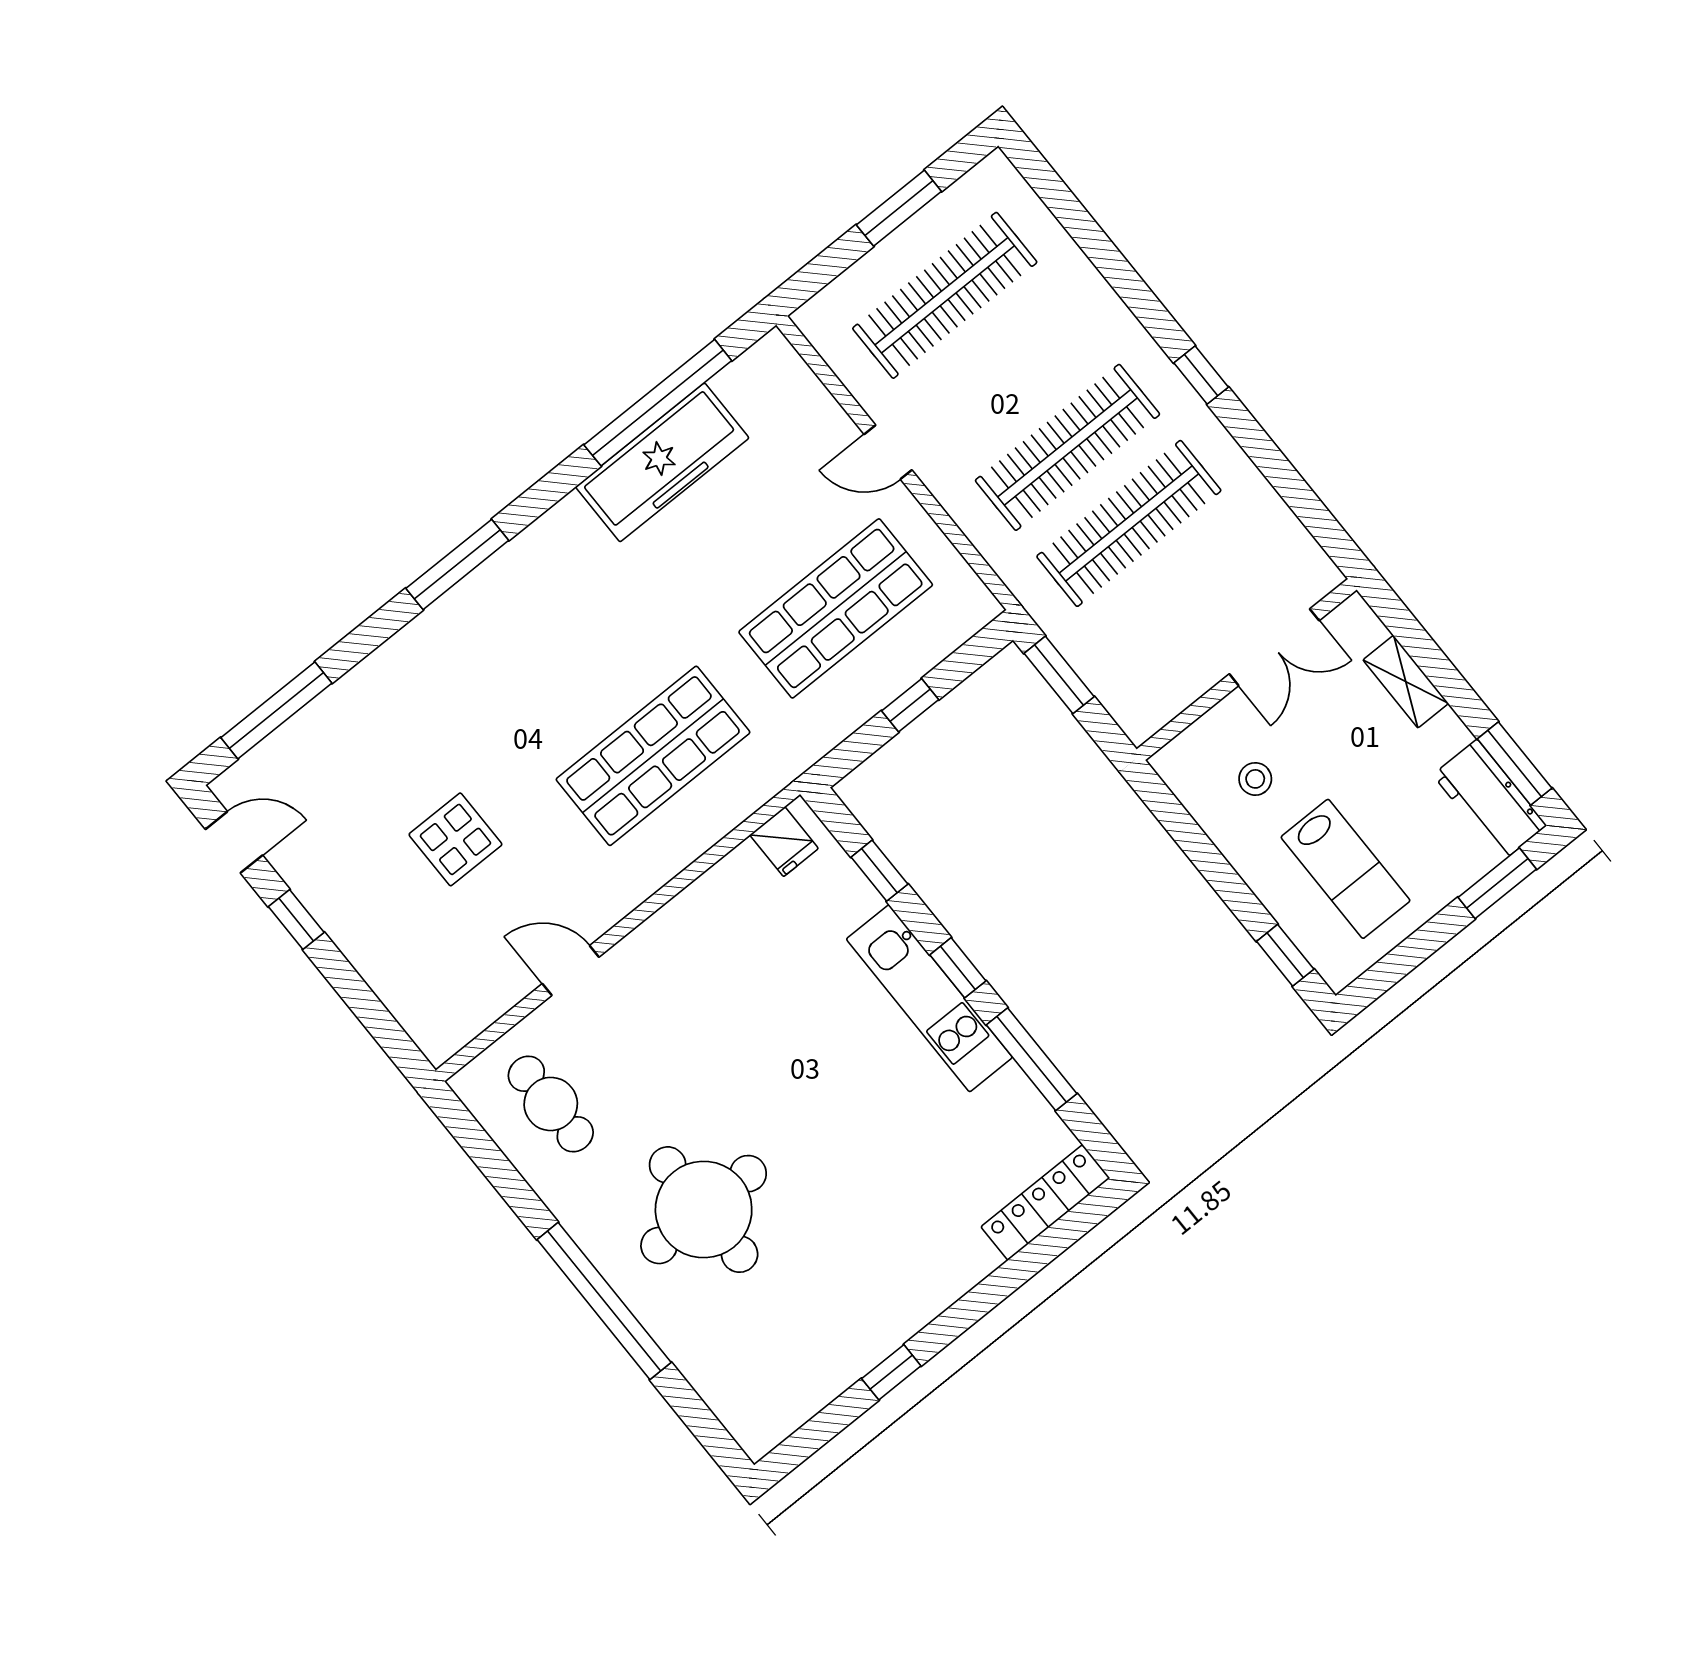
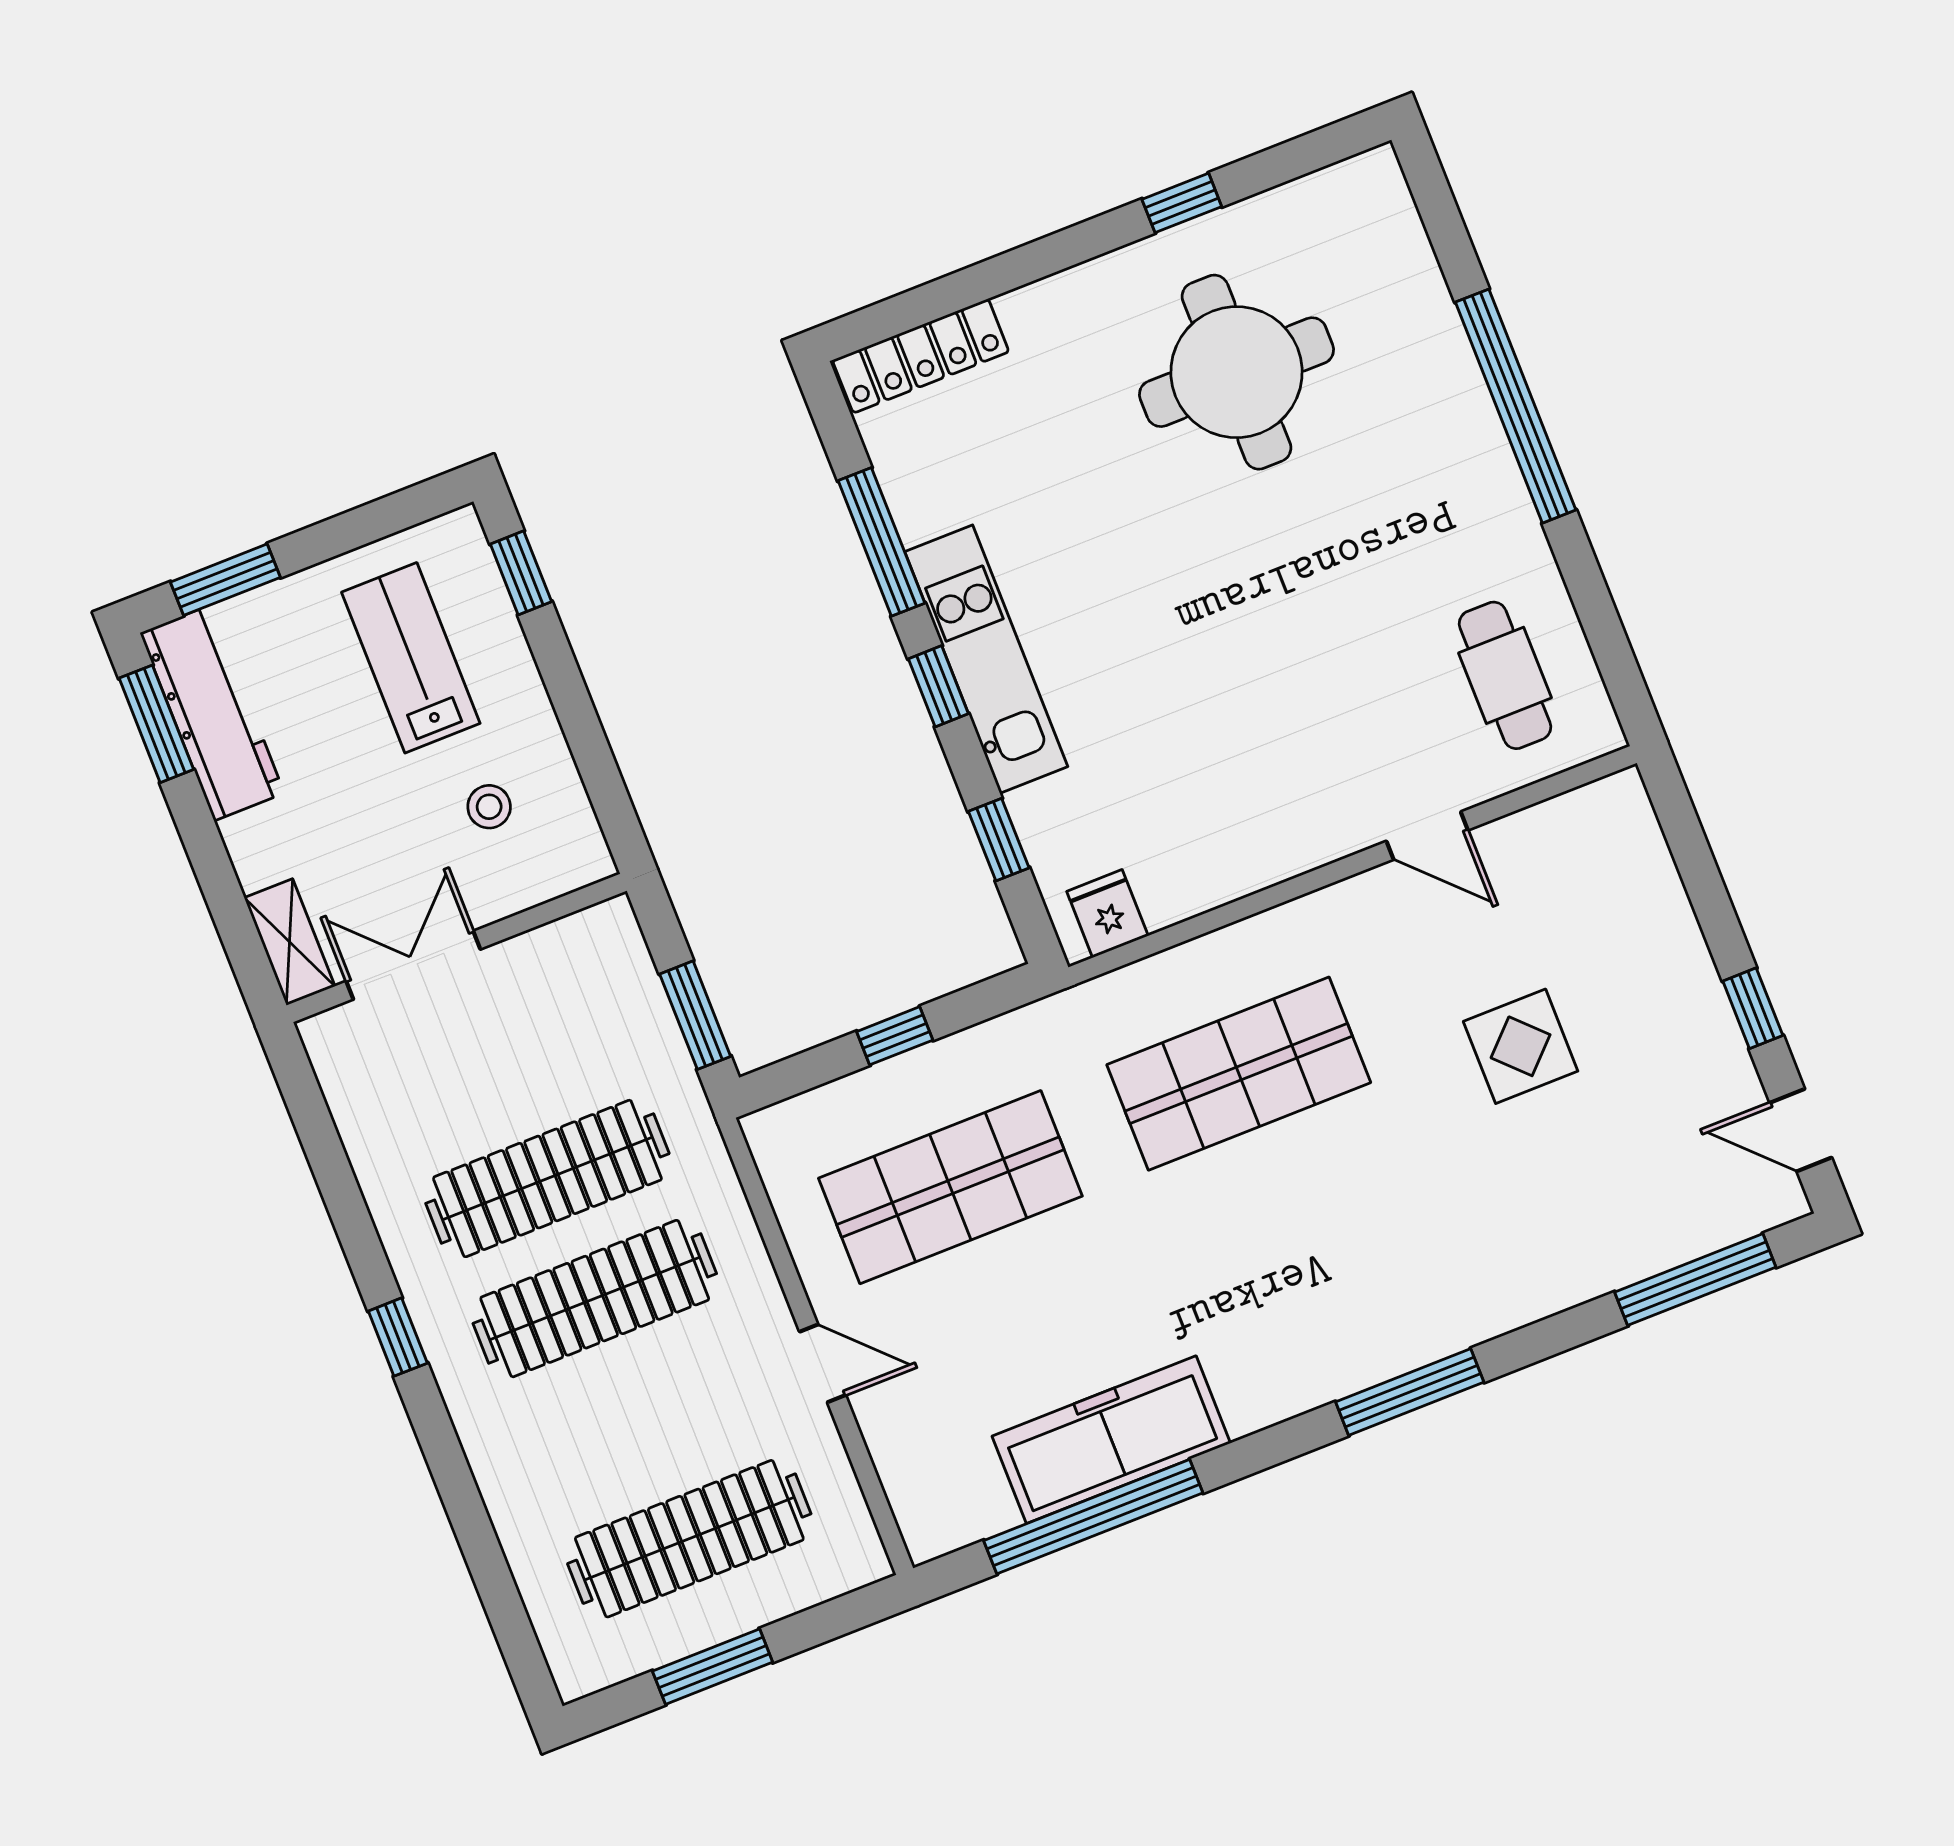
shelving: (1406, 682) -> (290, 942), moved
workbench: (1490, 800) -> (212, 713), width x1.38
round table: (704, 1210) -> (1237, 372), moved

